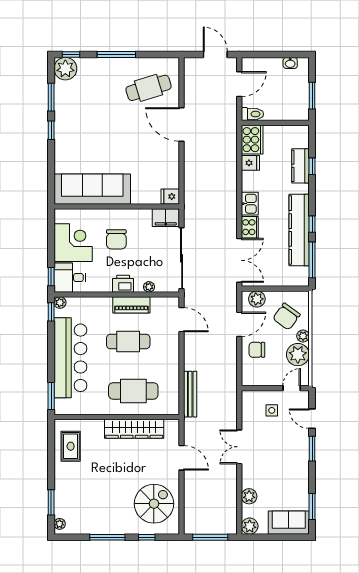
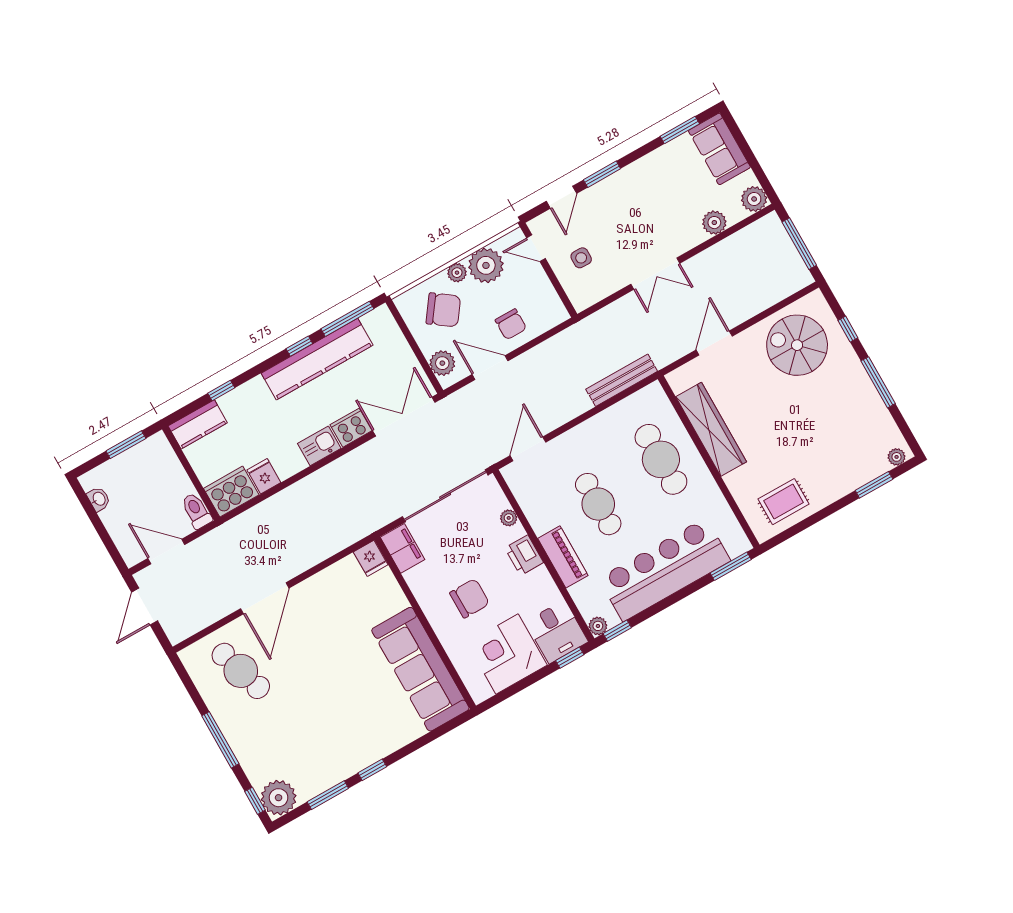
kitchen counter: (301, 166) -> (198, 424), moved
piano: (131, 305) -> (563, 557), moved

